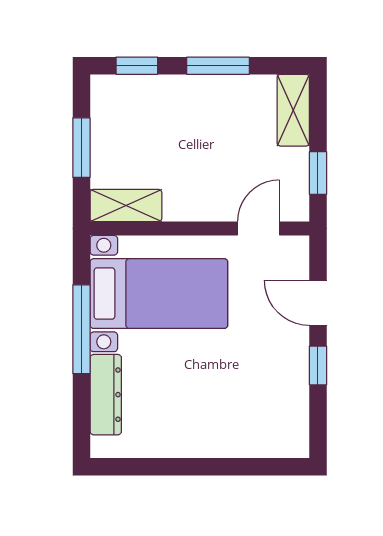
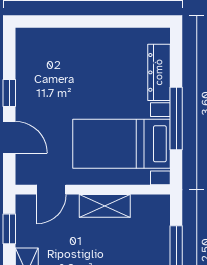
shelving: (126, 205) -> (105, 206), moved

